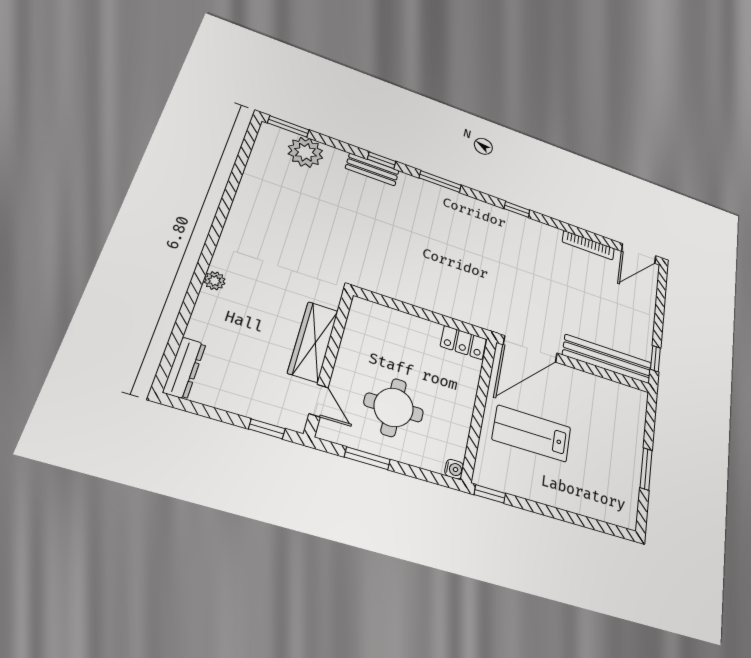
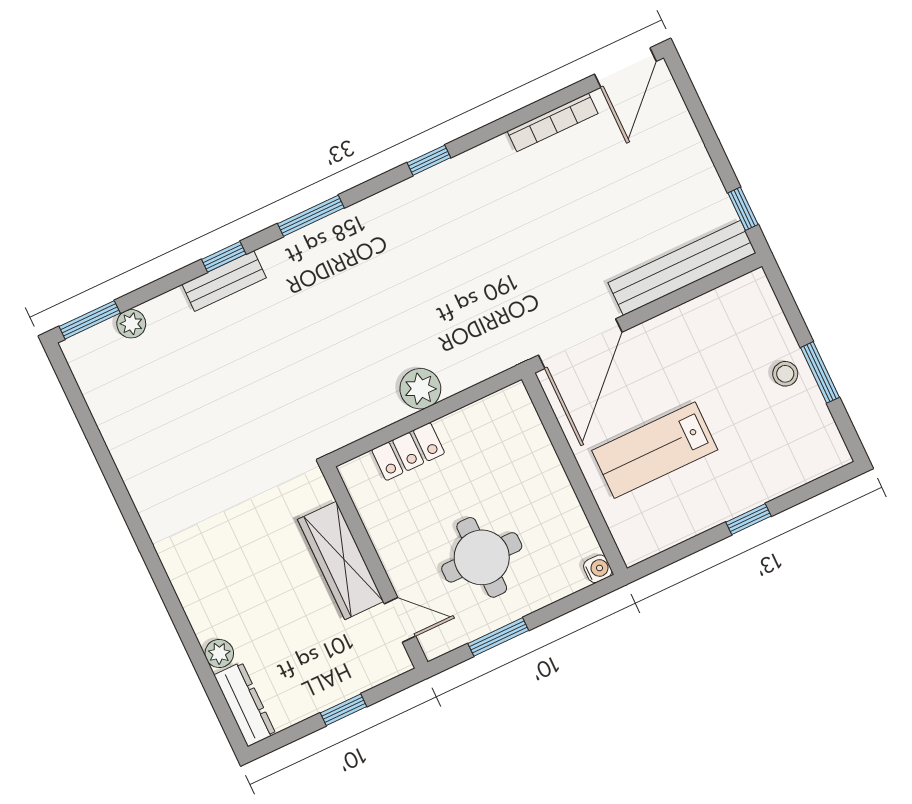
plant: (305, 152) -> (131, 324), width x0.53, depth x0.53
plant: (215, 281) -> (219, 653), moved
plant: (430, 298) -> (420, 389), added
locker: (463, 343) -> (408, 452), moved
window: (267, 429) -> (344, 710), moved
stool: (627, 454) -> (785, 374), added
window: (490, 494) -> (749, 519), moved

